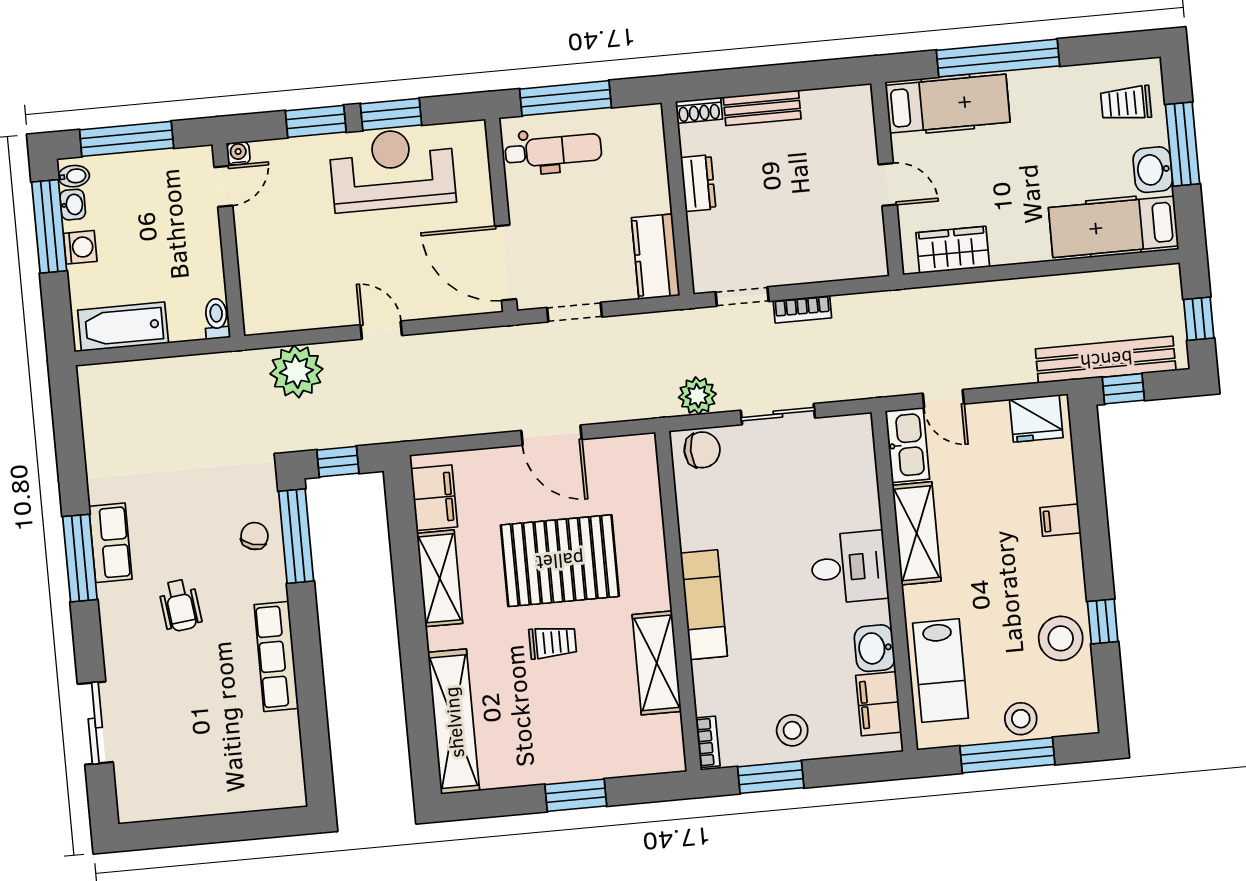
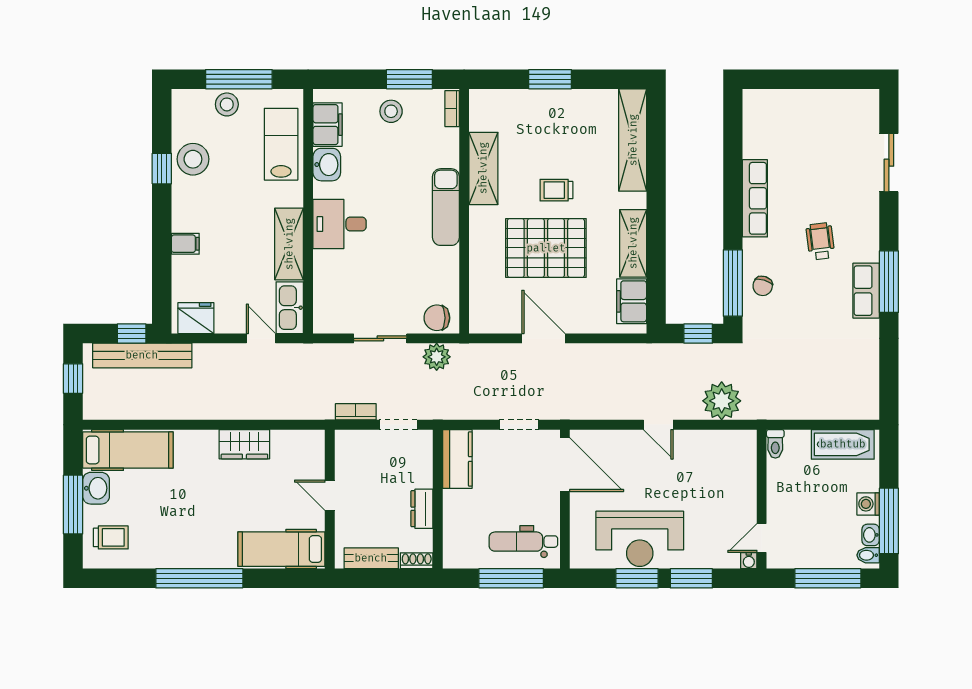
hospital bed: (948, 104) -> (281, 549), moved
wall: (887, 179) -> (330, 499), moved
door: (888, 185) -> (330, 495), moved

